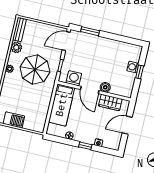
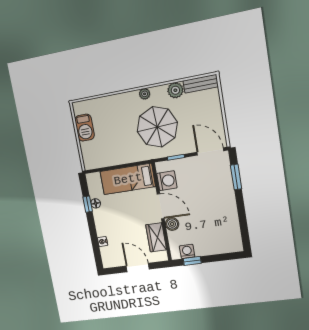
washing machine: (133, 67) -> (187, 251), moved
window: (140, 72) -> (192, 261), moved
door: (90, 90) -> (161, 206), swing flipped
window: (85, 146) -> (88, 204), moved

